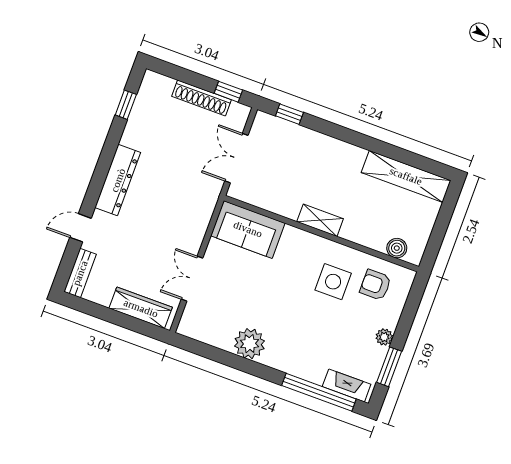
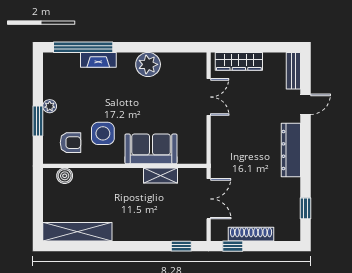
shelving: (320, 220) -> (160, 176), moved
sofa: (248, 229) -> (151, 149), moved
window: (389, 367) -> (38, 121), moved
fireplace: (347, 385) -> (98, 60), moved

